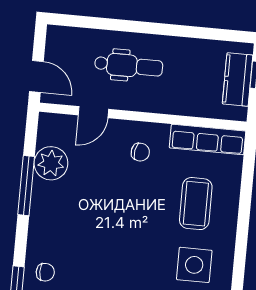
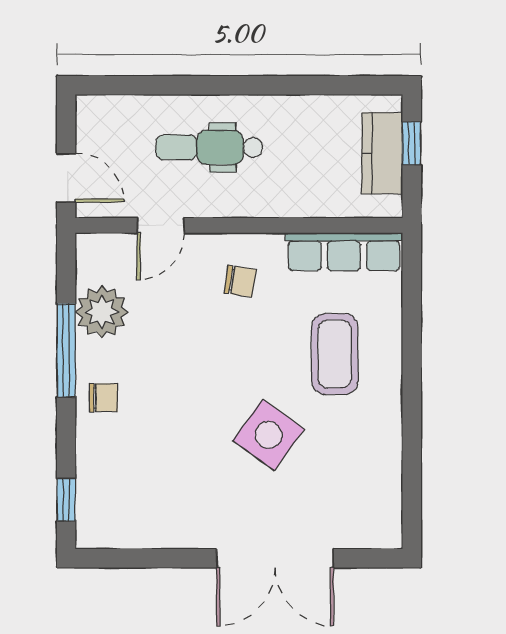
dental chair: (129, 66) -> (209, 147), turned 180
side table: (194, 265) -> (268, 435), moved, turned 36
chair: (45, 272) -> (103, 398), moved

